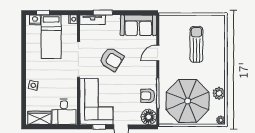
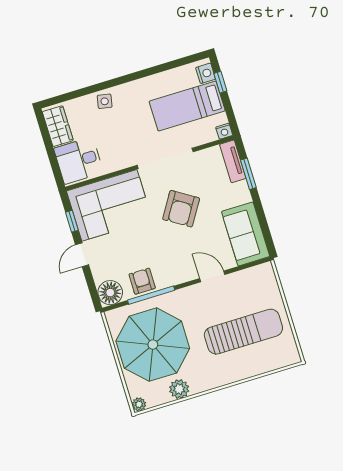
sun lounger: (196, 44) -> (243, 332), width x1.36, depth x1.34

